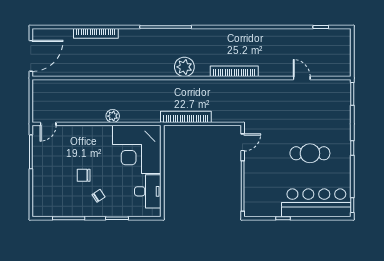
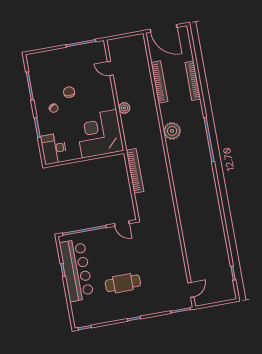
plant: (184, 67) -> (172, 131), moved
bookcase: (234, 71) -> (159, 82), moved
door: (302, 78) -> (191, 290), moved
door: (48, 124) -> (110, 68), moved
cafe table: (310, 153) -> (123, 283), turned 90
desk: (148, 191) -> (54, 149), moved, turned 90
bar counter: (316, 203) -> (77, 270), moved

